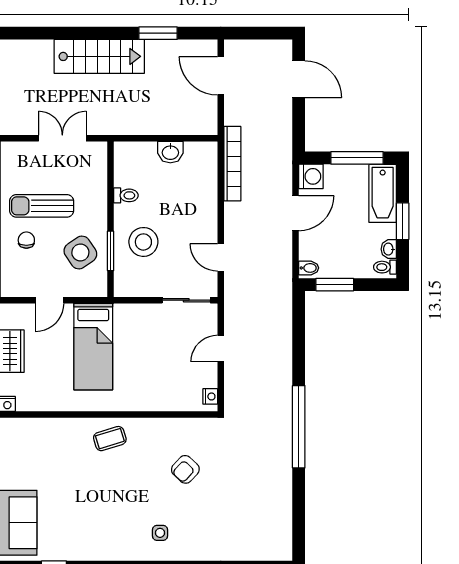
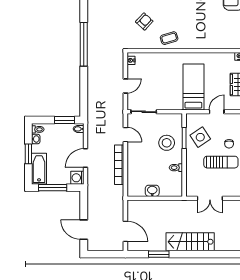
bookcase: (232, 164) -> (119, 165), moved
coffee table: (110, 439) -> (169, 38), moved

